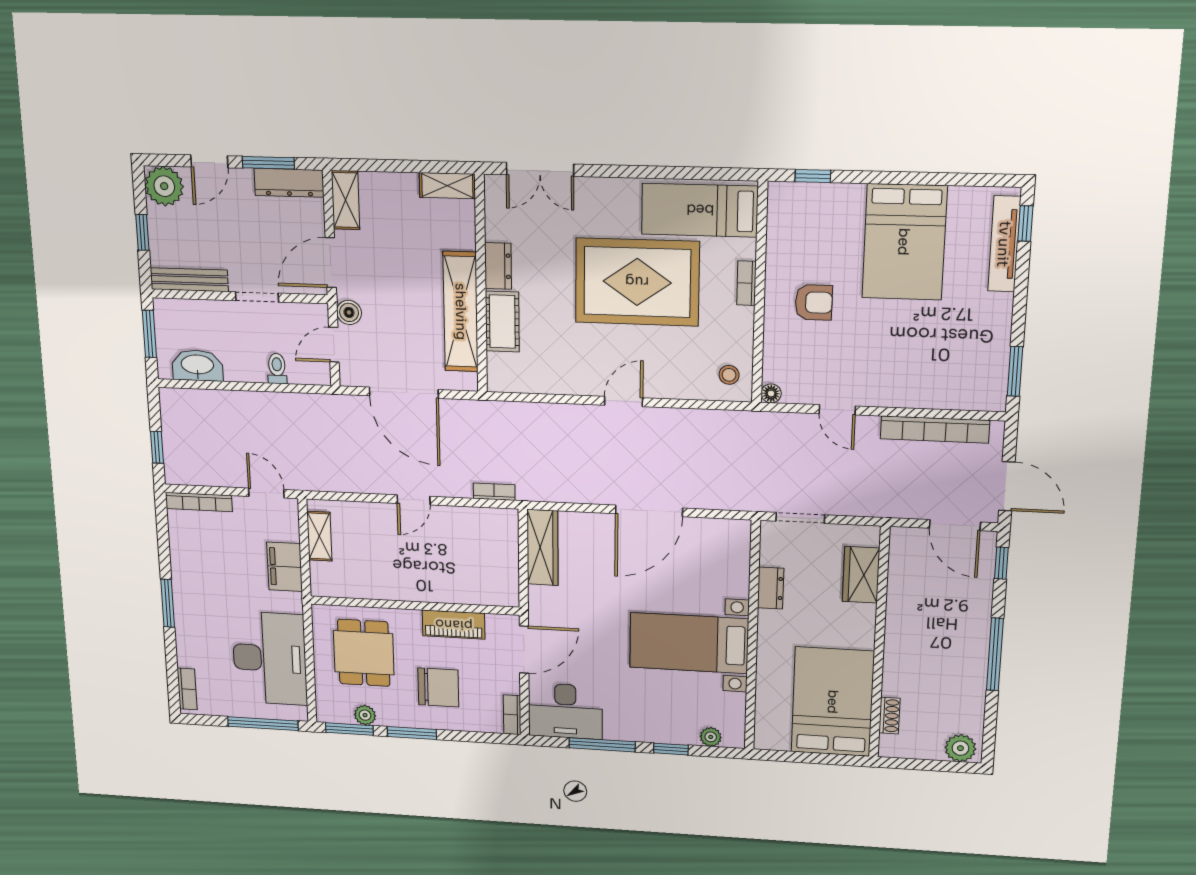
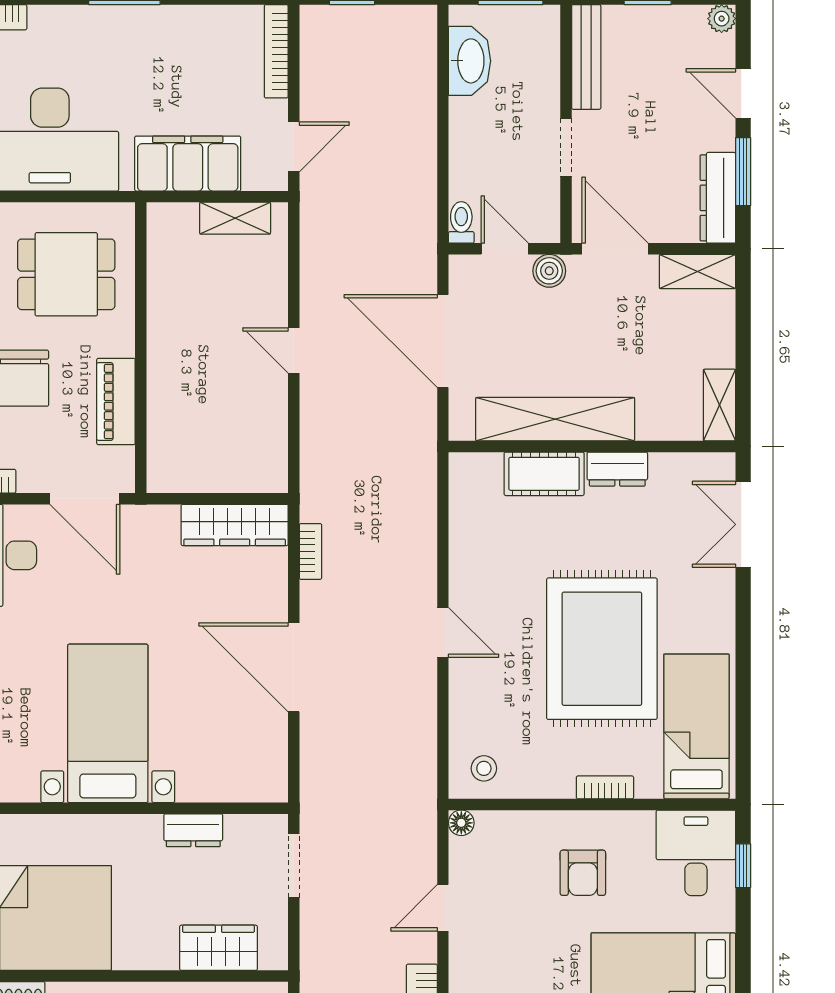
plant: (164, 186) -> (722, 19), width x0.53, depth x0.53
desk: (801, 213) -> (696, 853), added
toilet: (277, 369) -> (461, 222), moved, turned -90
door: (404, 393) -> (443, 341), hinge flipped
bookcase: (494, 492) -> (311, 551), moved
filing cabinet: (285, 567) -> (188, 164), width x1.50, depth x1.17

